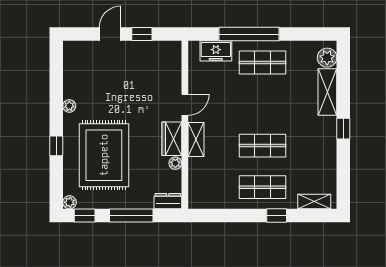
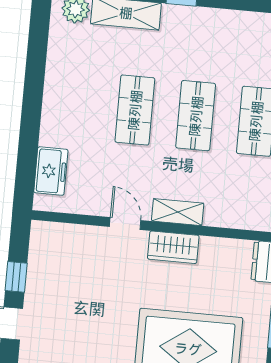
window: (249, 34) -> (31, 120), removed
shop shelf: (262, 63) -> (135, 110), moved
plant: (175, 163) -> (209, 246), removed

